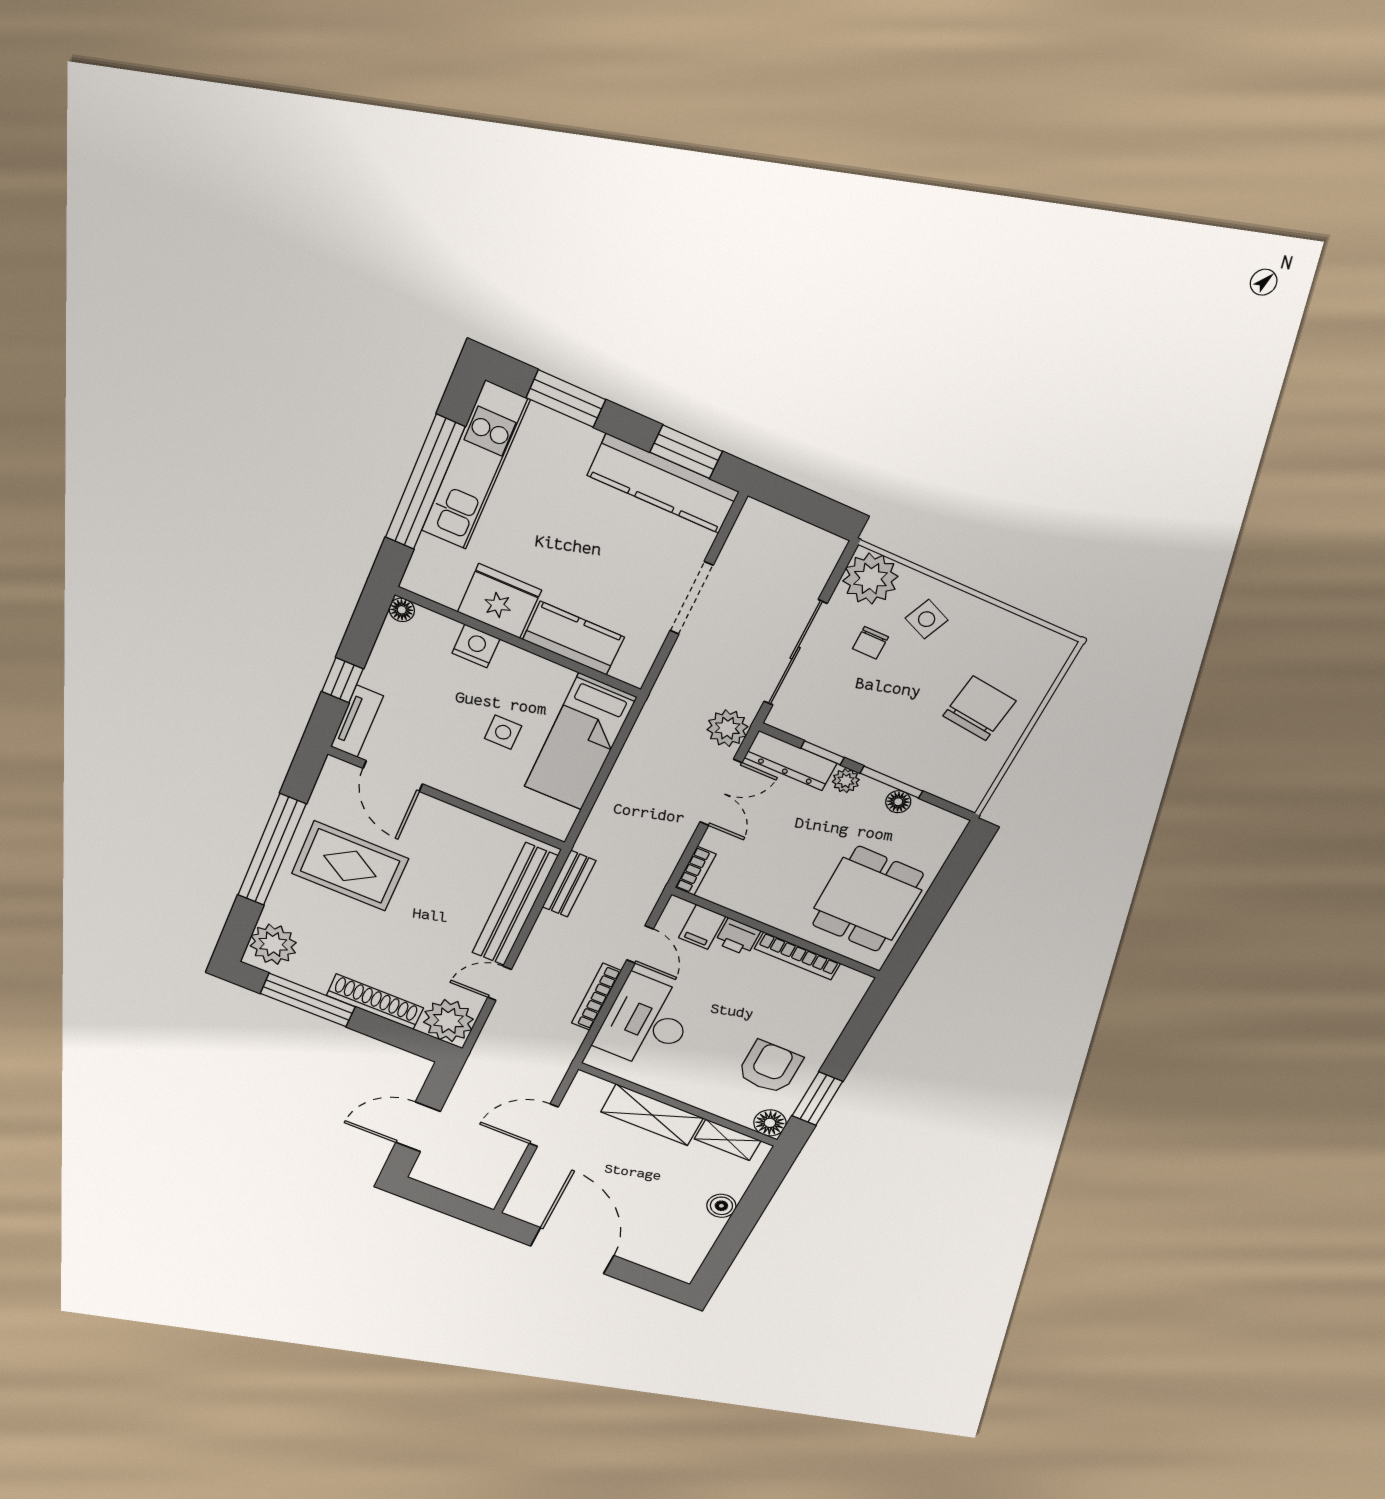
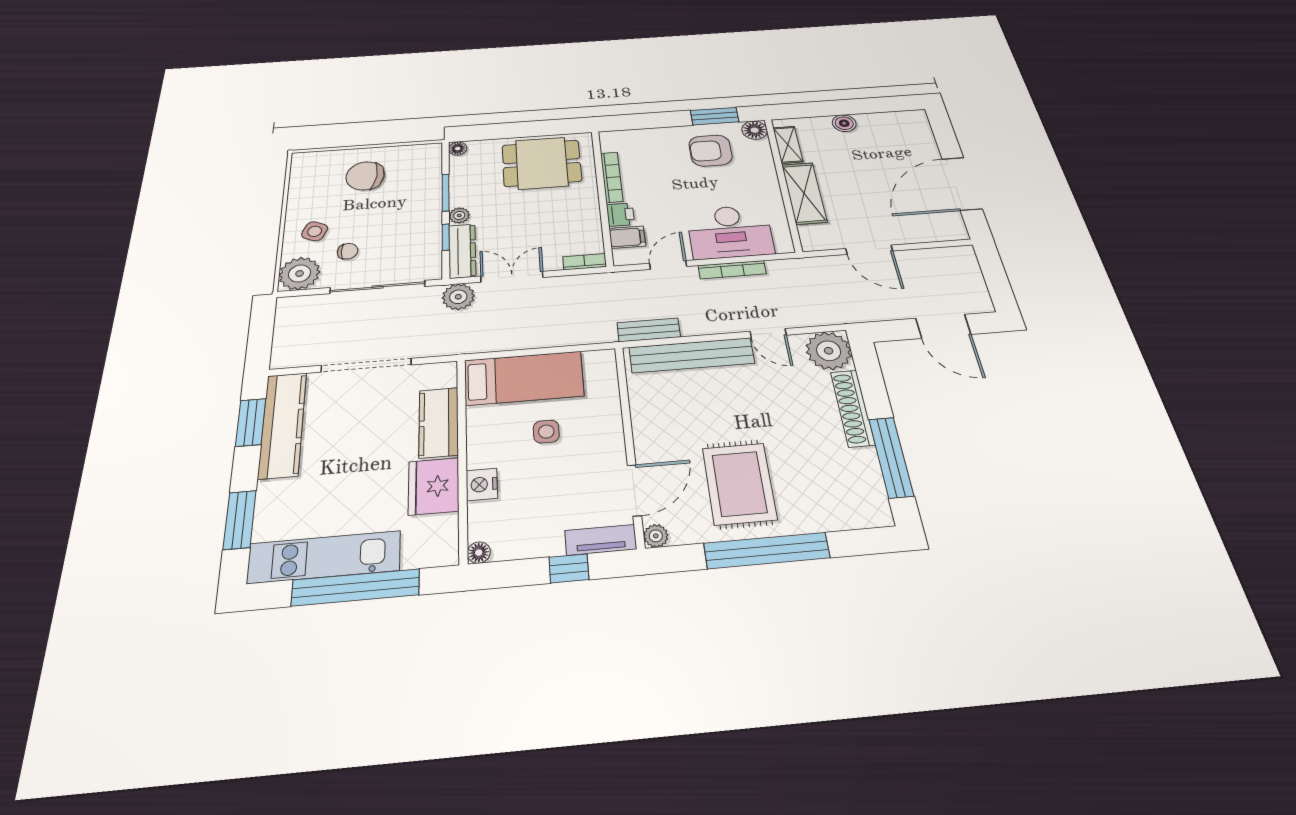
doorway: (691, 598) -> (366, 365), width x1.36
floor lamp: (898, 802) -> (458, 149), moved
plant: (273, 944) -> (656, 536), moved, width x0.53, depth x0.53

